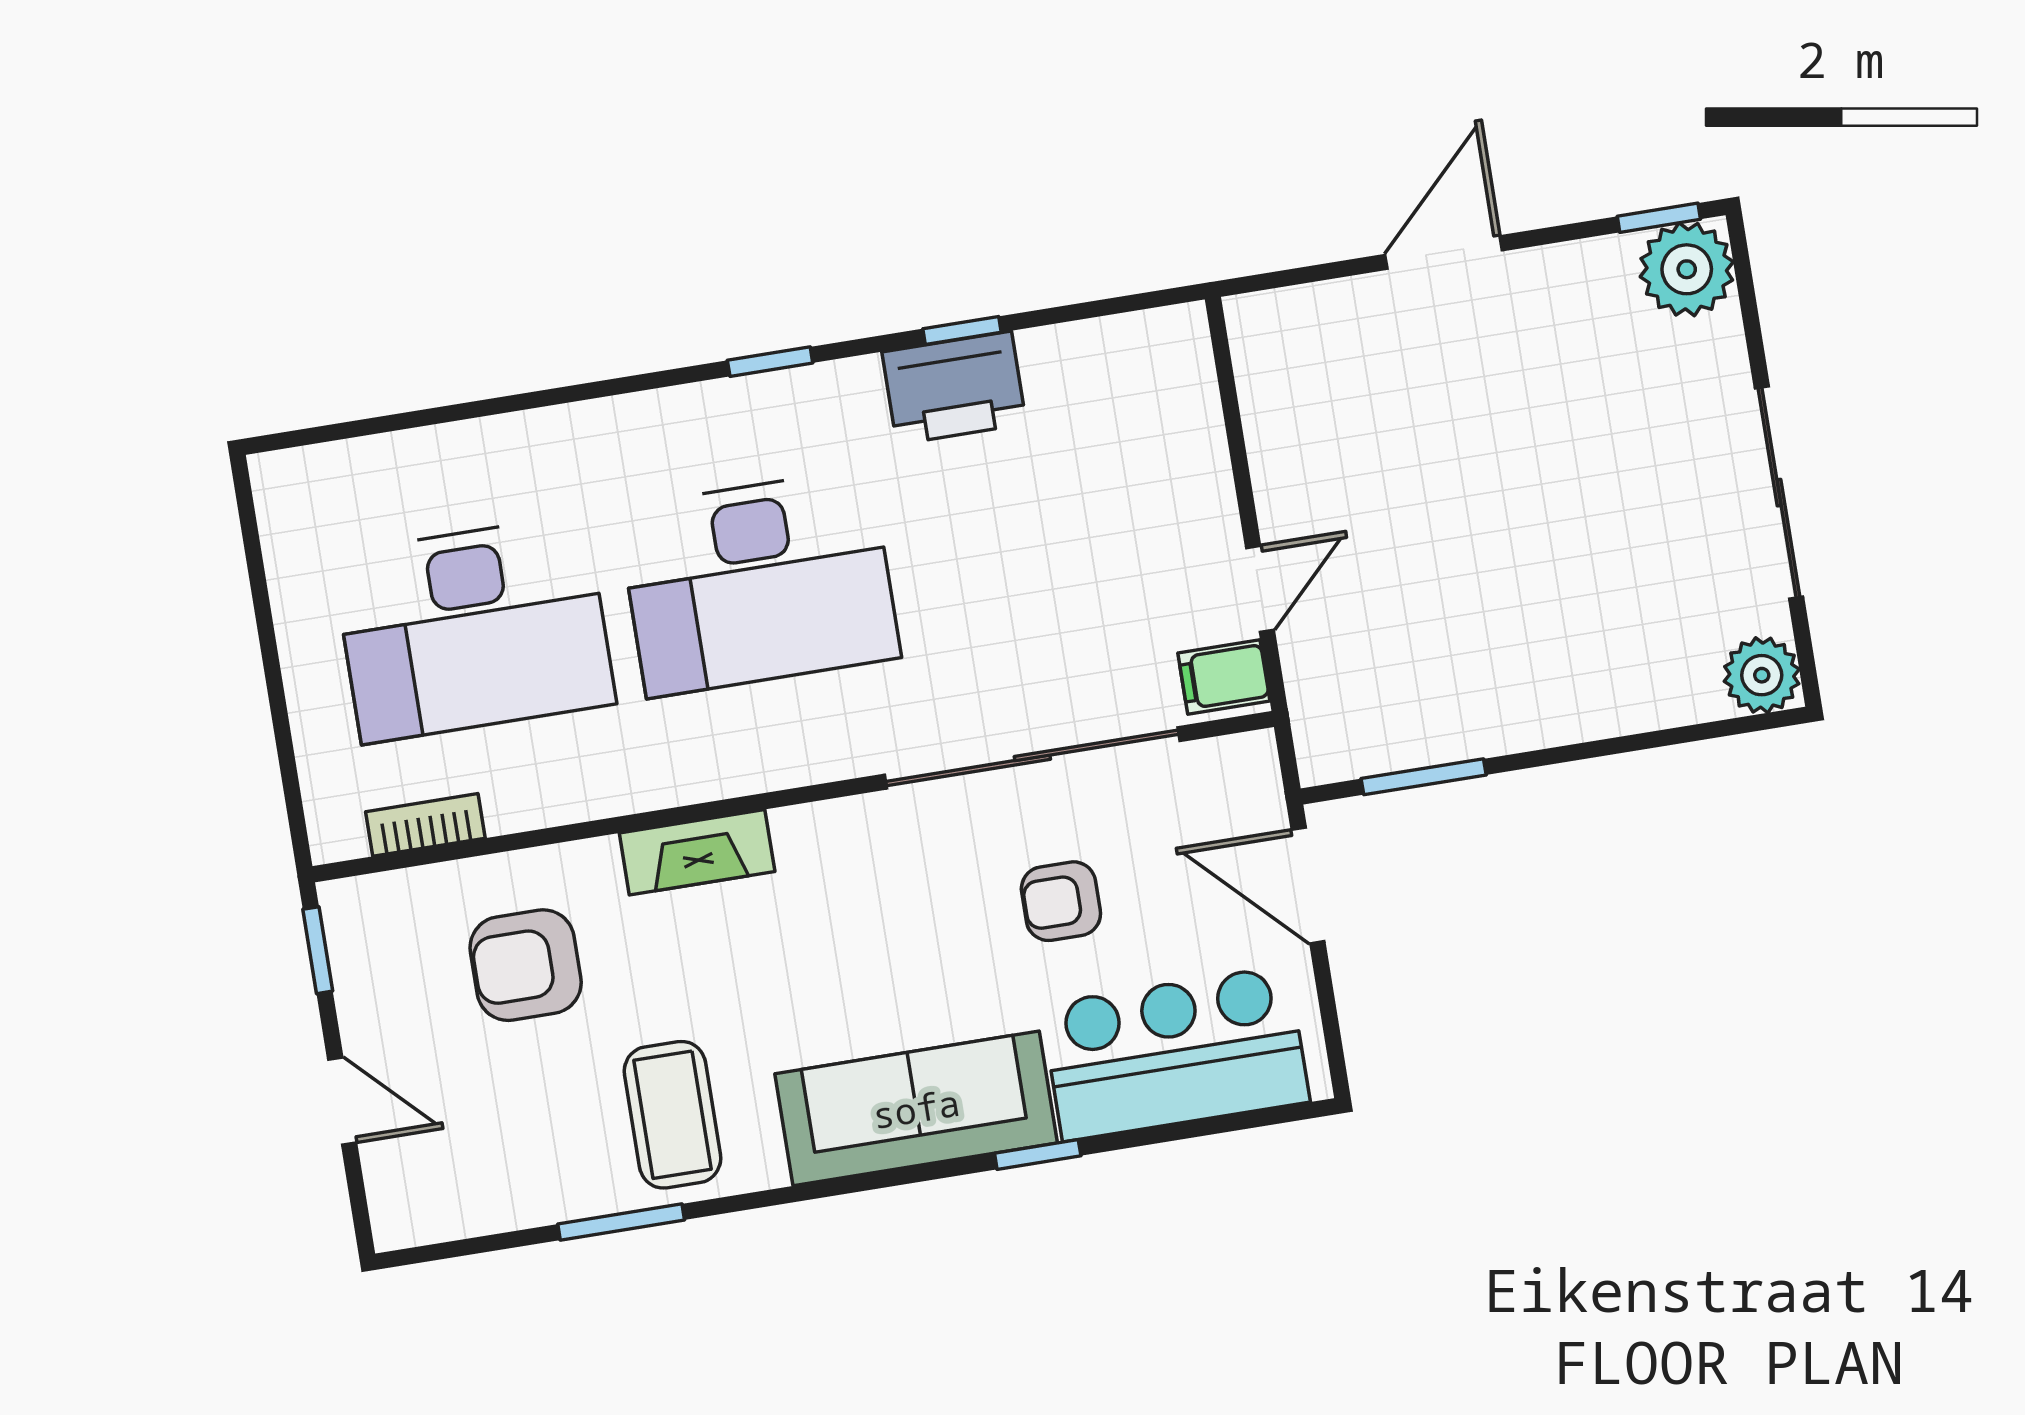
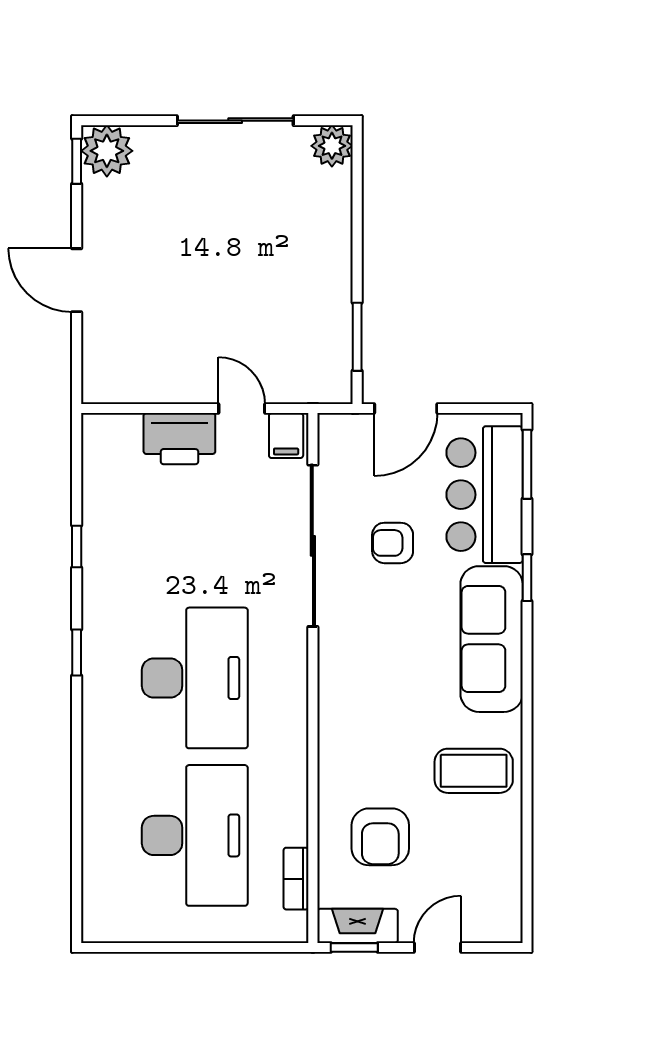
printer: (954, 388) -> (179, 439), moved, turned 90
fireplace: (697, 852) -> (358, 926), moved, turned -90
armchair: (1061, 901) -> (393, 543), turned 90
window: (621, 1222) -> (527, 464), moved

